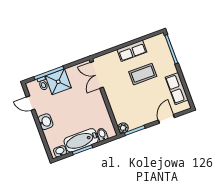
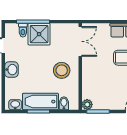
double door: (97, 75) -> (80, 41), swing flipped
stool: (90, 106) -> (62, 70), added

